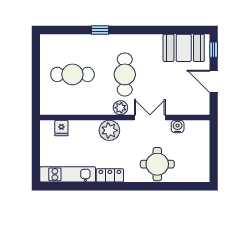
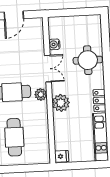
double door: (150, 118) -> (48, 69), swing flipped
fridge: (61, 128) -> (62, 156), moved

